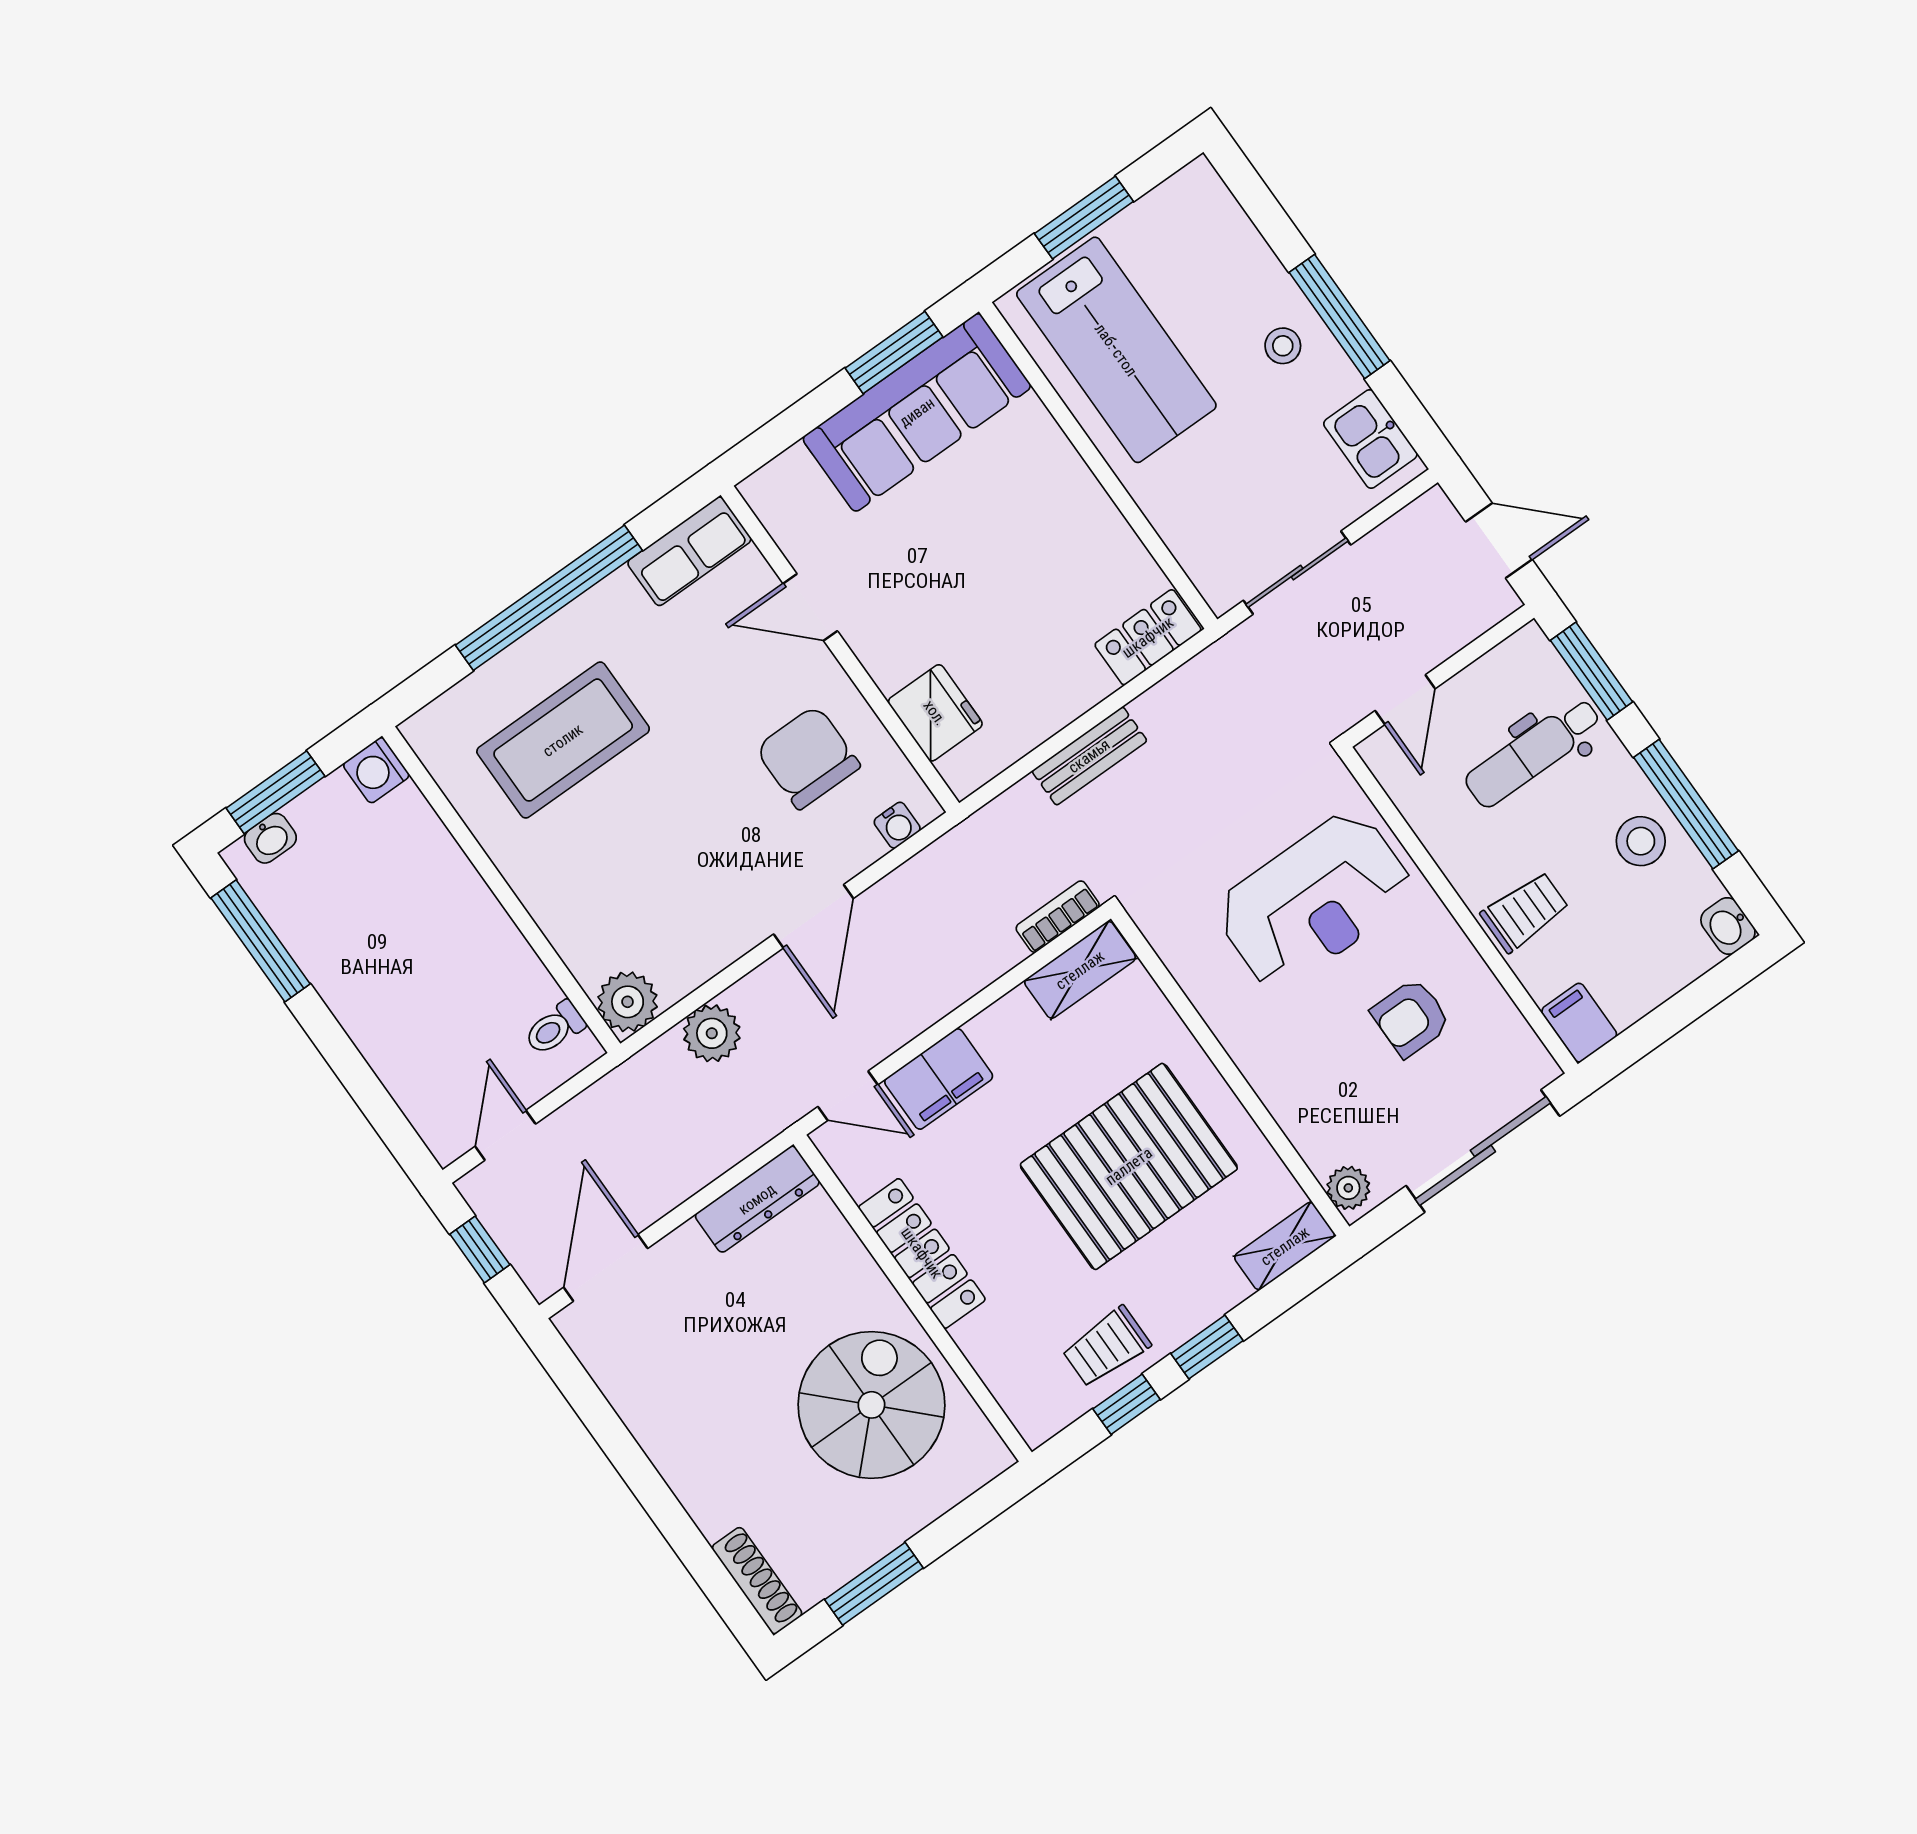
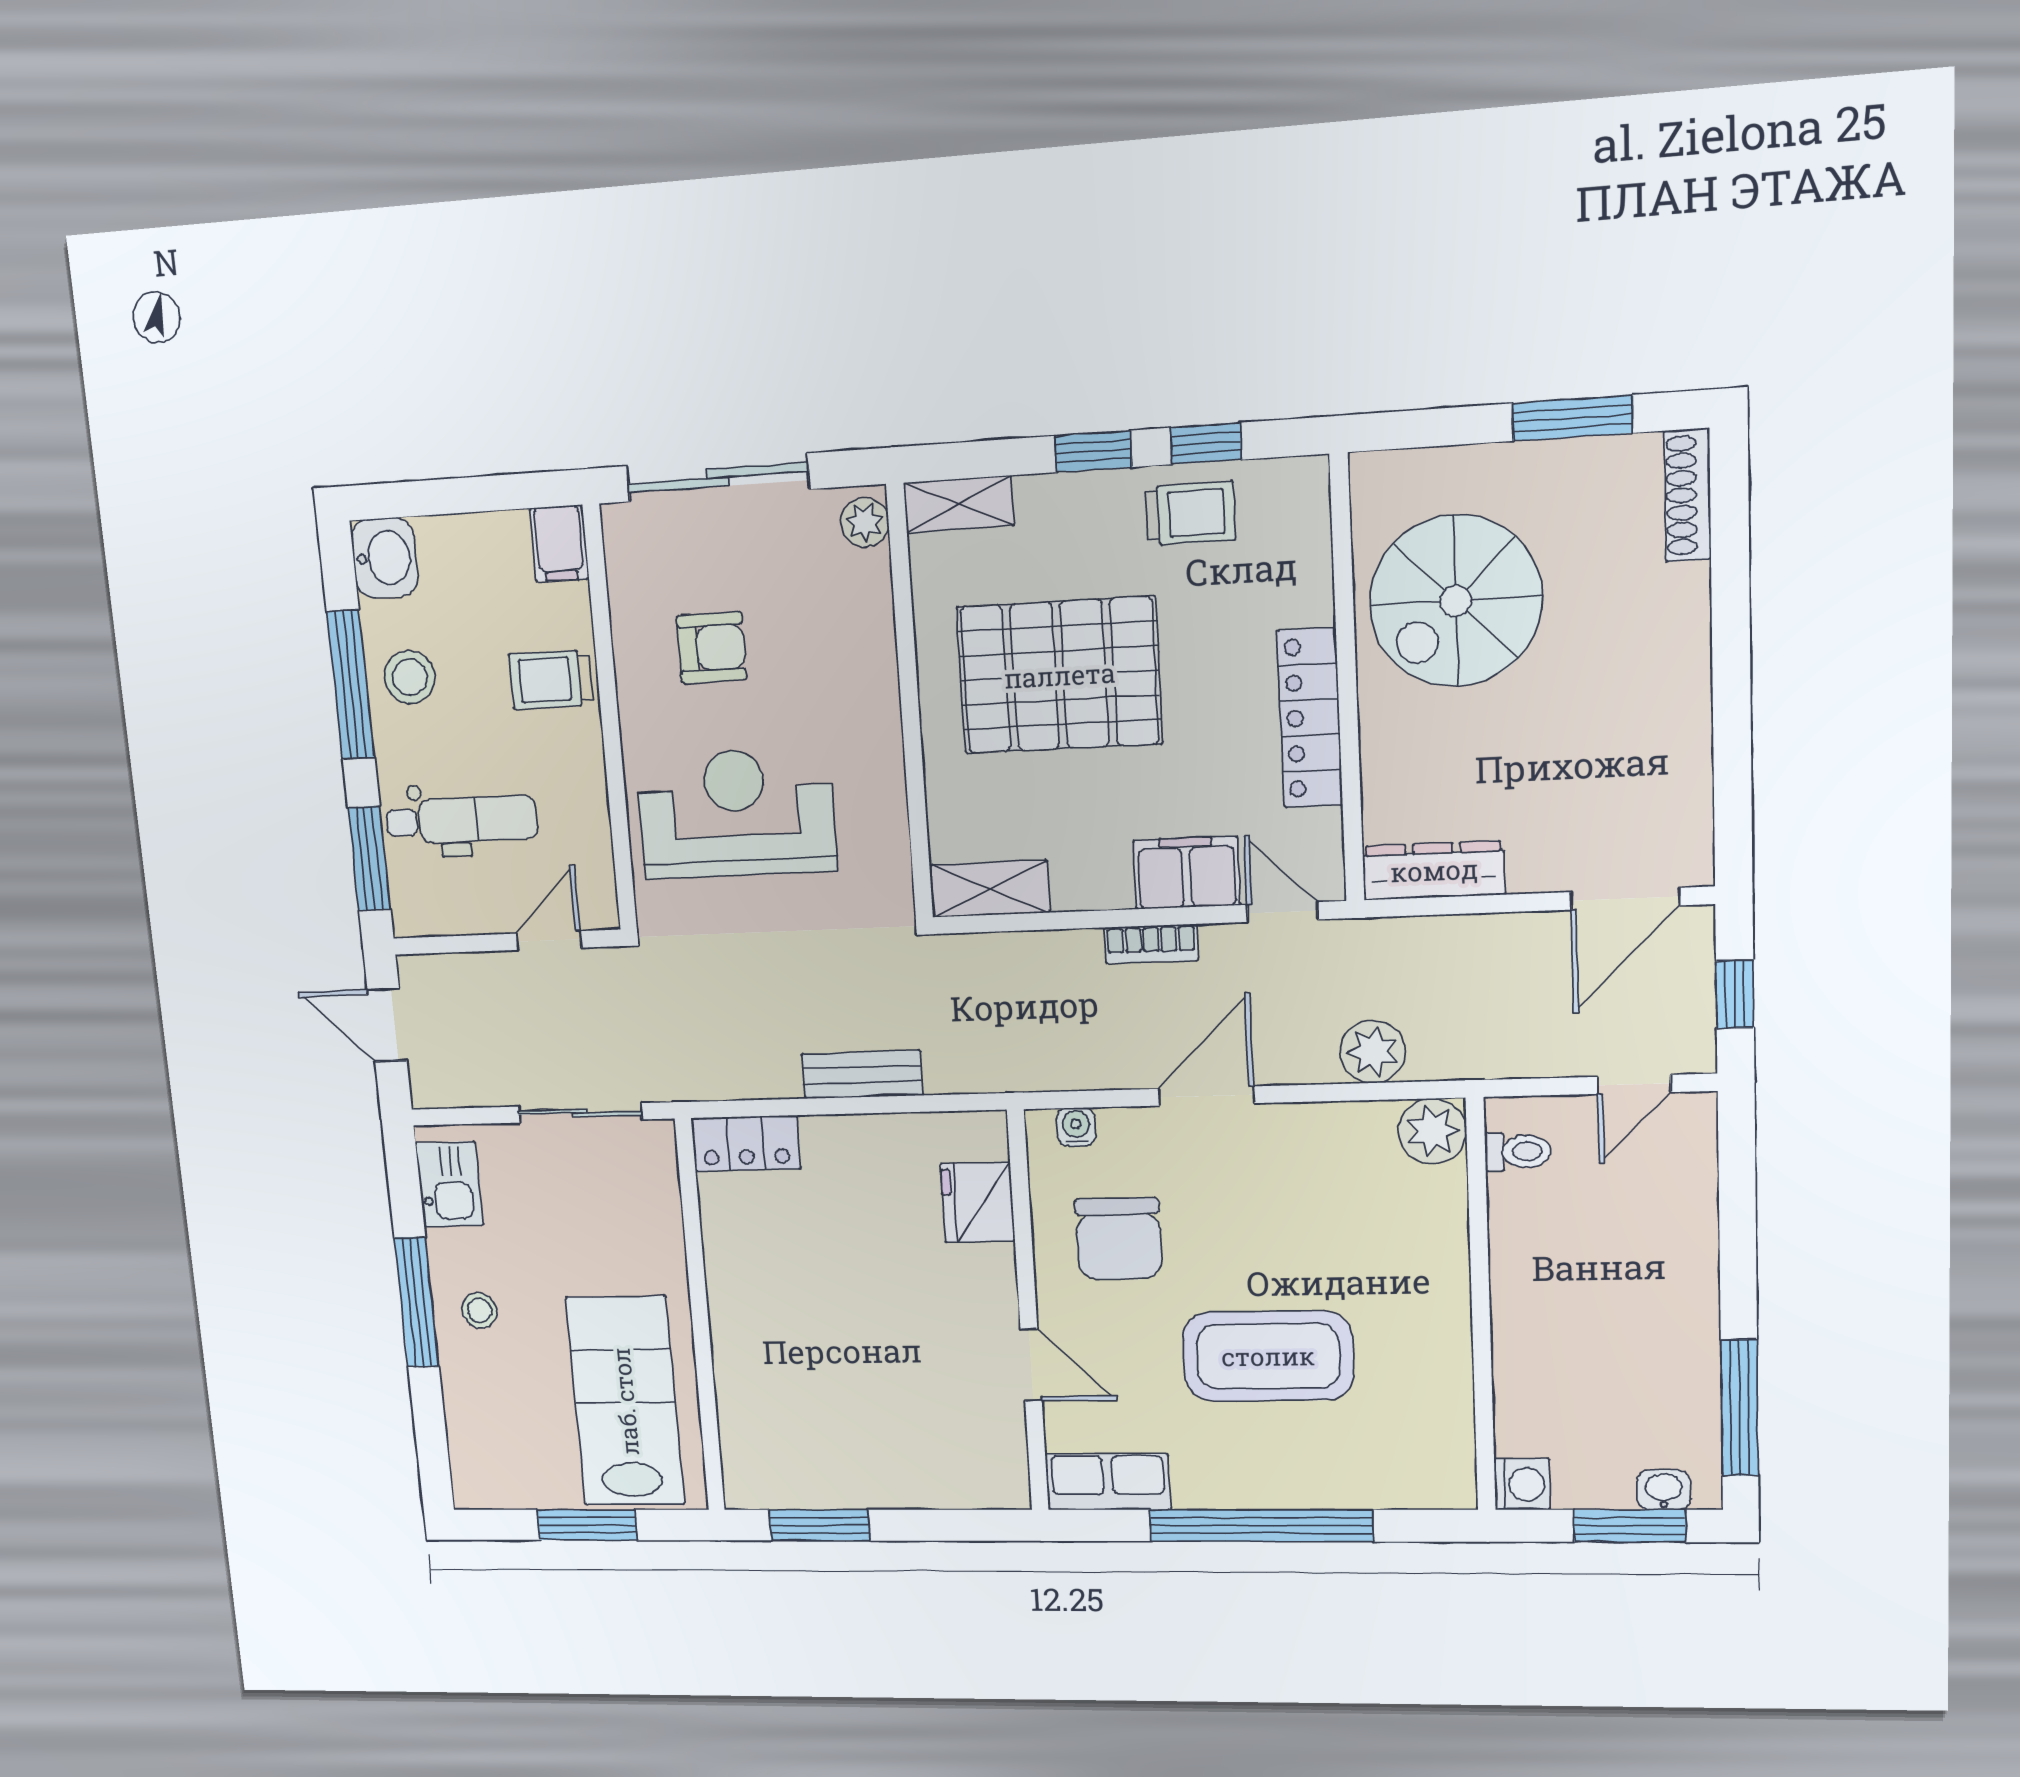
sofa: (917, 412) -> (831, 1464), removed
coffee table: (563, 740) -> (1268, 1356), moved
bookcase: (1058, 917) -> (1151, 944), moved
washbasin: (1728, 926) -> (385, 558), width x1.38, depth x1.45

